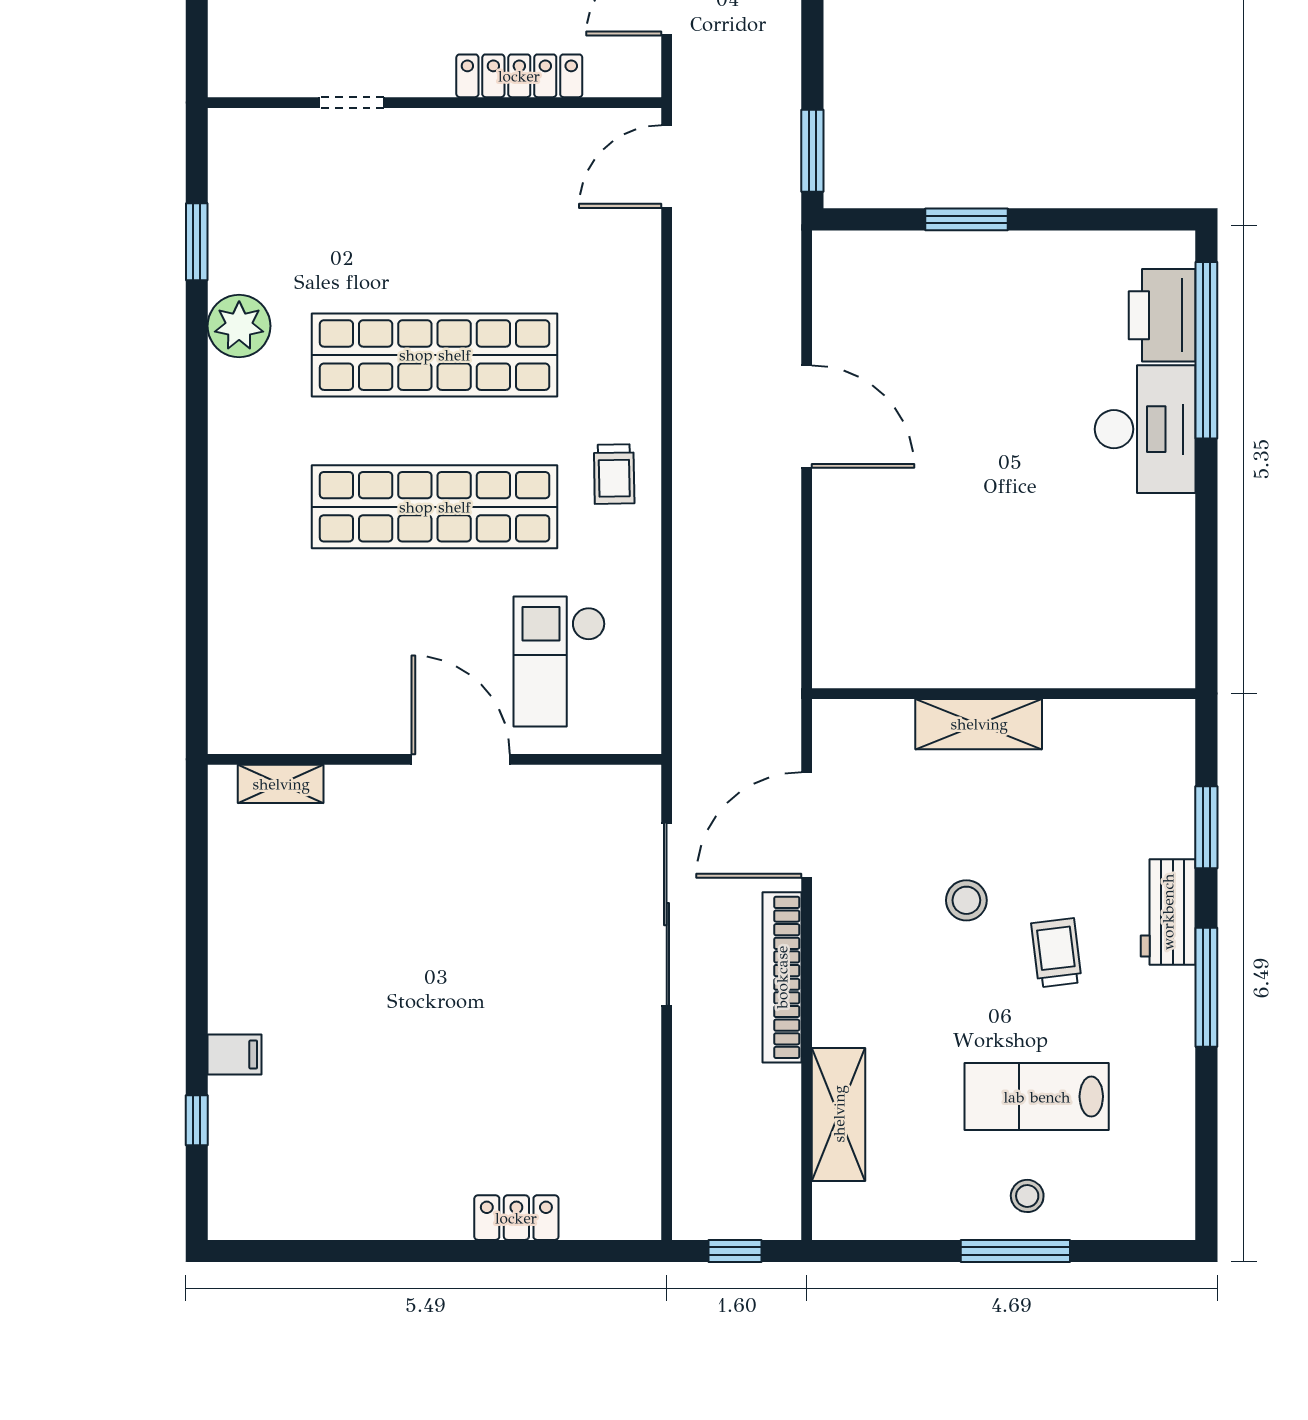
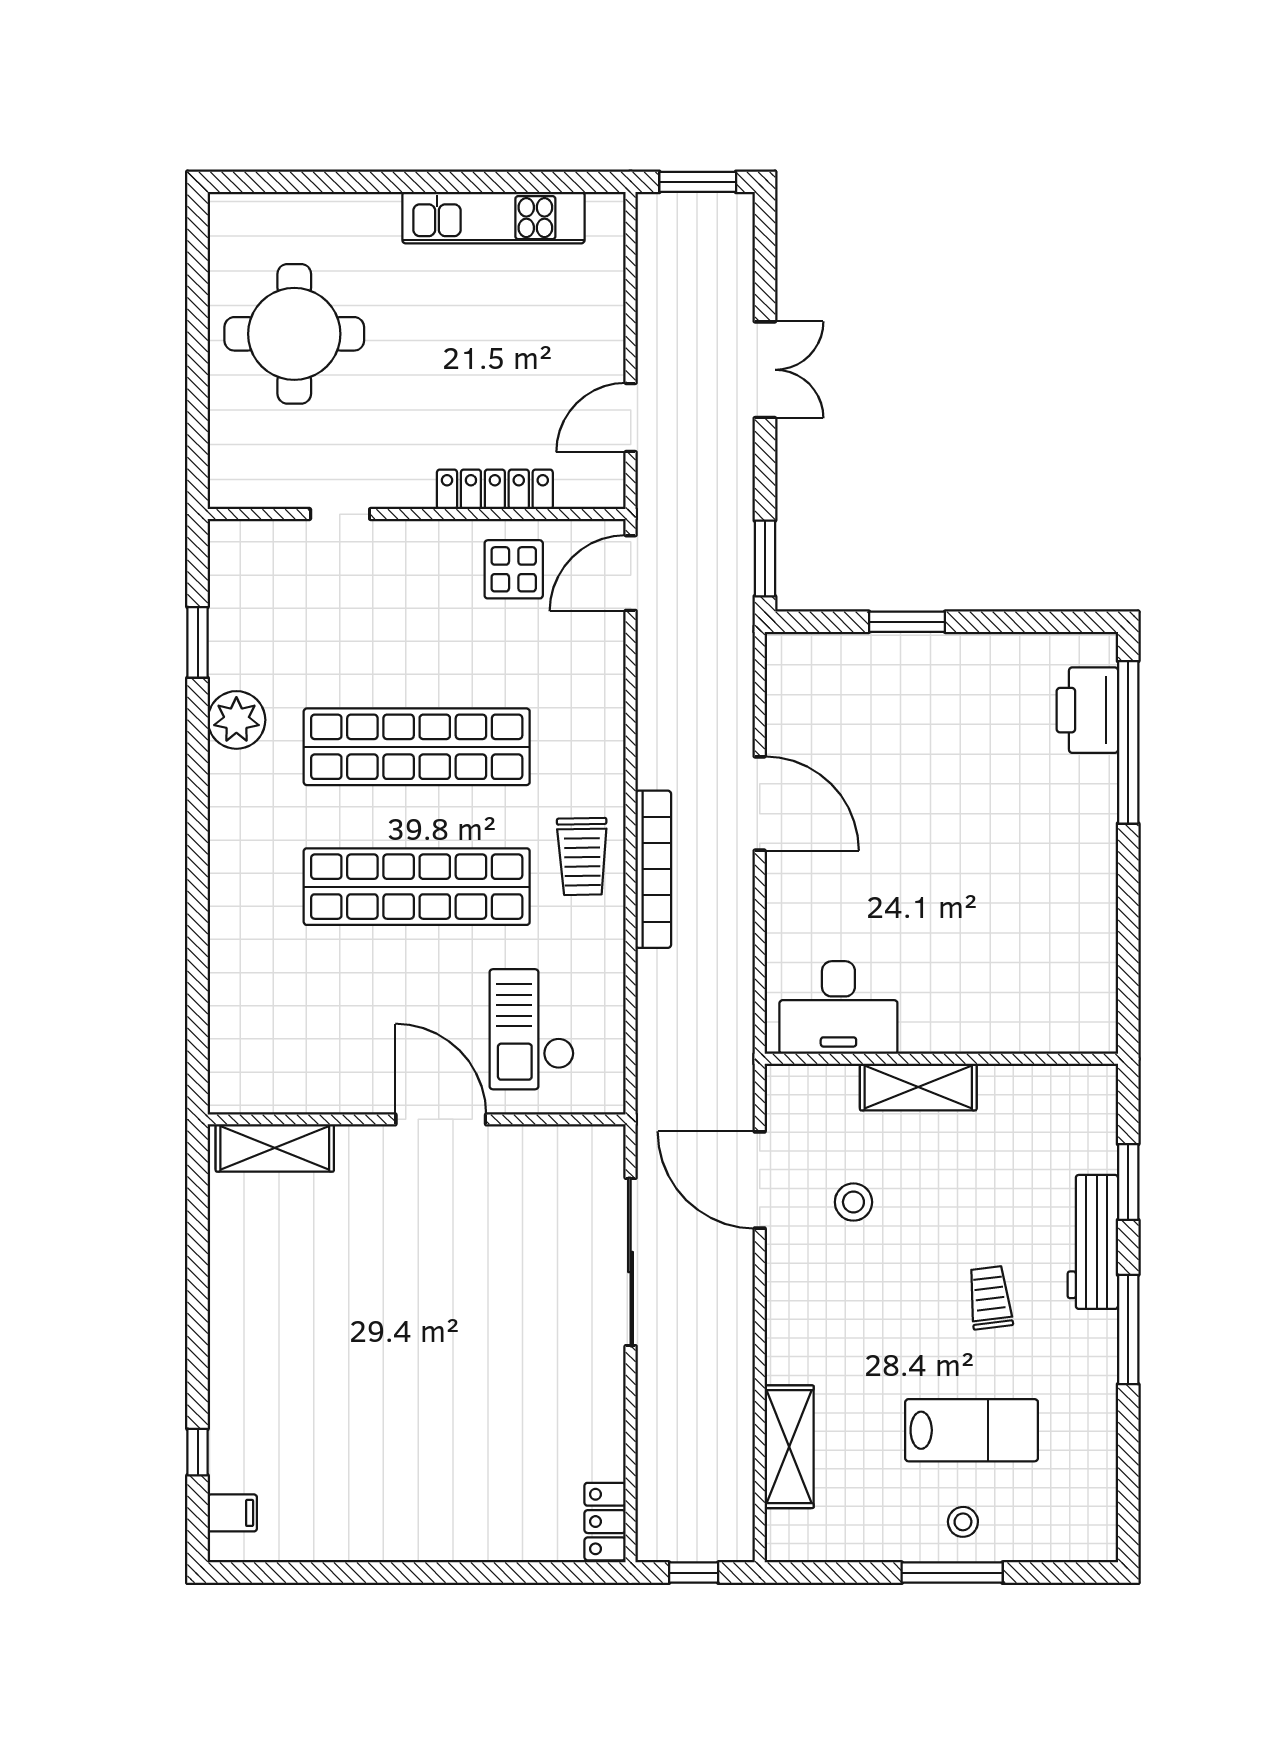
display table: (540, 163) -> (514, 569), added
desk: (1145, 429) -> (838, 1008), moved, turned 90
trolley: (614, 474) -> (582, 856), width x1.36, depth x1.39
shelving: (281, 784) -> (275, 1148), width x1.50, depth x1.33
door: (807, 825) -> (760, 1180), hinge flipped
stool: (966, 900) -> (853, 1202), moved
workbench: (1168, 912) -> (1093, 1242), width x1.38
bookcase: (782, 977) -> (653, 869), moved, turned 180
filing cabinet: (234, 1054) -> (232, 1513), moved
lab bench: (1037, 1097) -> (972, 1430), turned 180
locker: (516, 1218) -> (605, 1522), moved, turned -90

